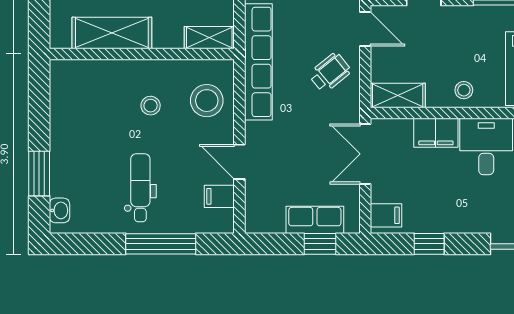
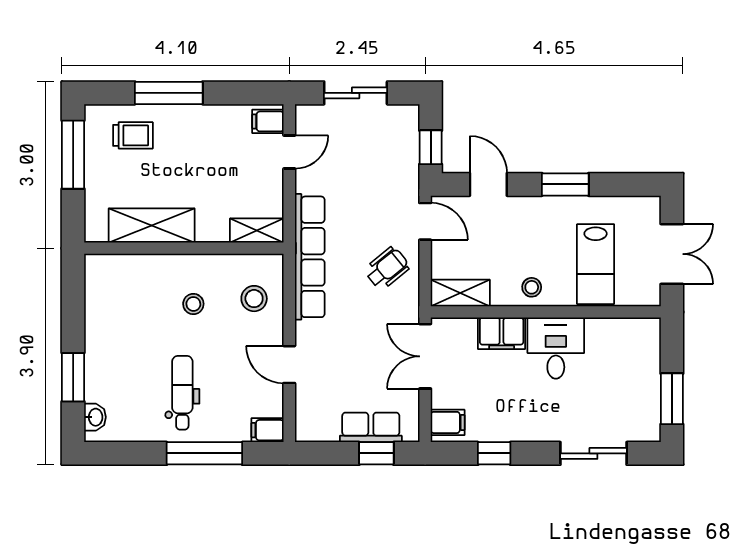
stool: (207, 101) -> (254, 299), width x0.73, depth x0.73
filing cabinet: (219, 196) -> (268, 430), moved

